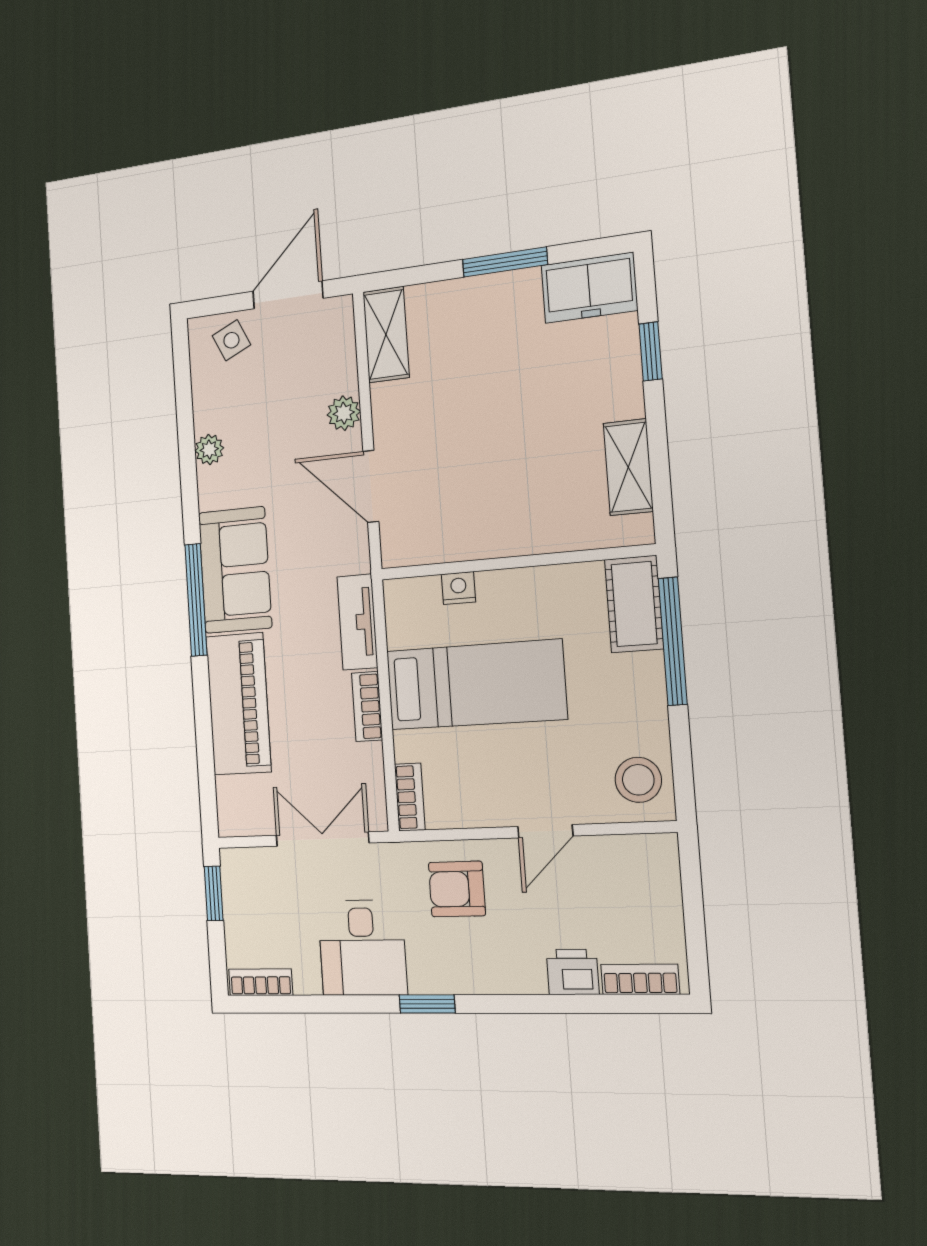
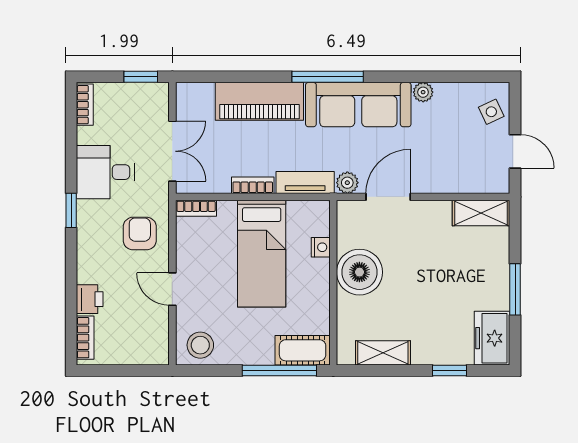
door: (288, 295) -> (515, 151), width x0.73
plant: (344, 413) -> (347, 183), moved
boiler: (495, 520) -> (359, 272), added
sofa: (235, 570) -> (358, 105), width x1.36

